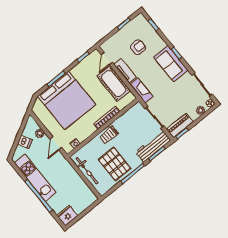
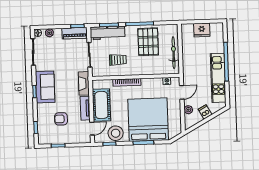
stool: (85, 69) -> (116, 133), added
trolley: (109, 135) -> (118, 60), moved
fridge: (67, 216) -> (202, 30), moved

